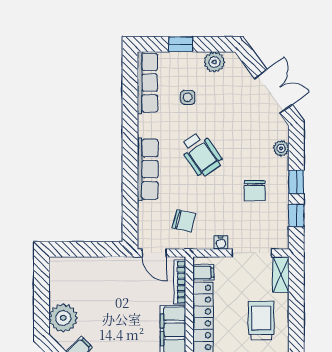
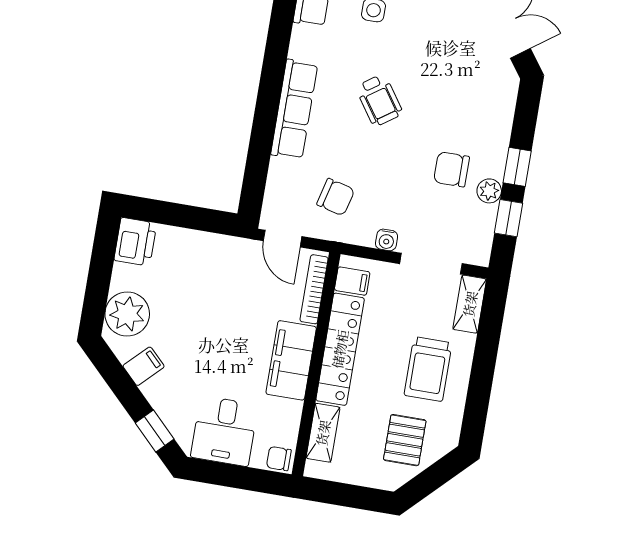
plant: (281, 148) -> (489, 191), moved
wheelchair: (201, 154) -> (379, 100), width x0.73, depth x0.73
chair: (255, 190) -> (452, 169), turned 90
printer: (61, 271) -> (135, 242), added
trolley: (261, 321) -> (428, 369), turned 180

